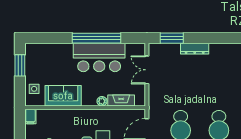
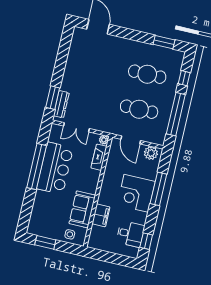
dresser: (195, 49) -> (61, 104), moved
plant: (102, 101) -> (104, 140), moved
filing cabinet: (30, 117) -> (101, 215), moved, width x2.00

